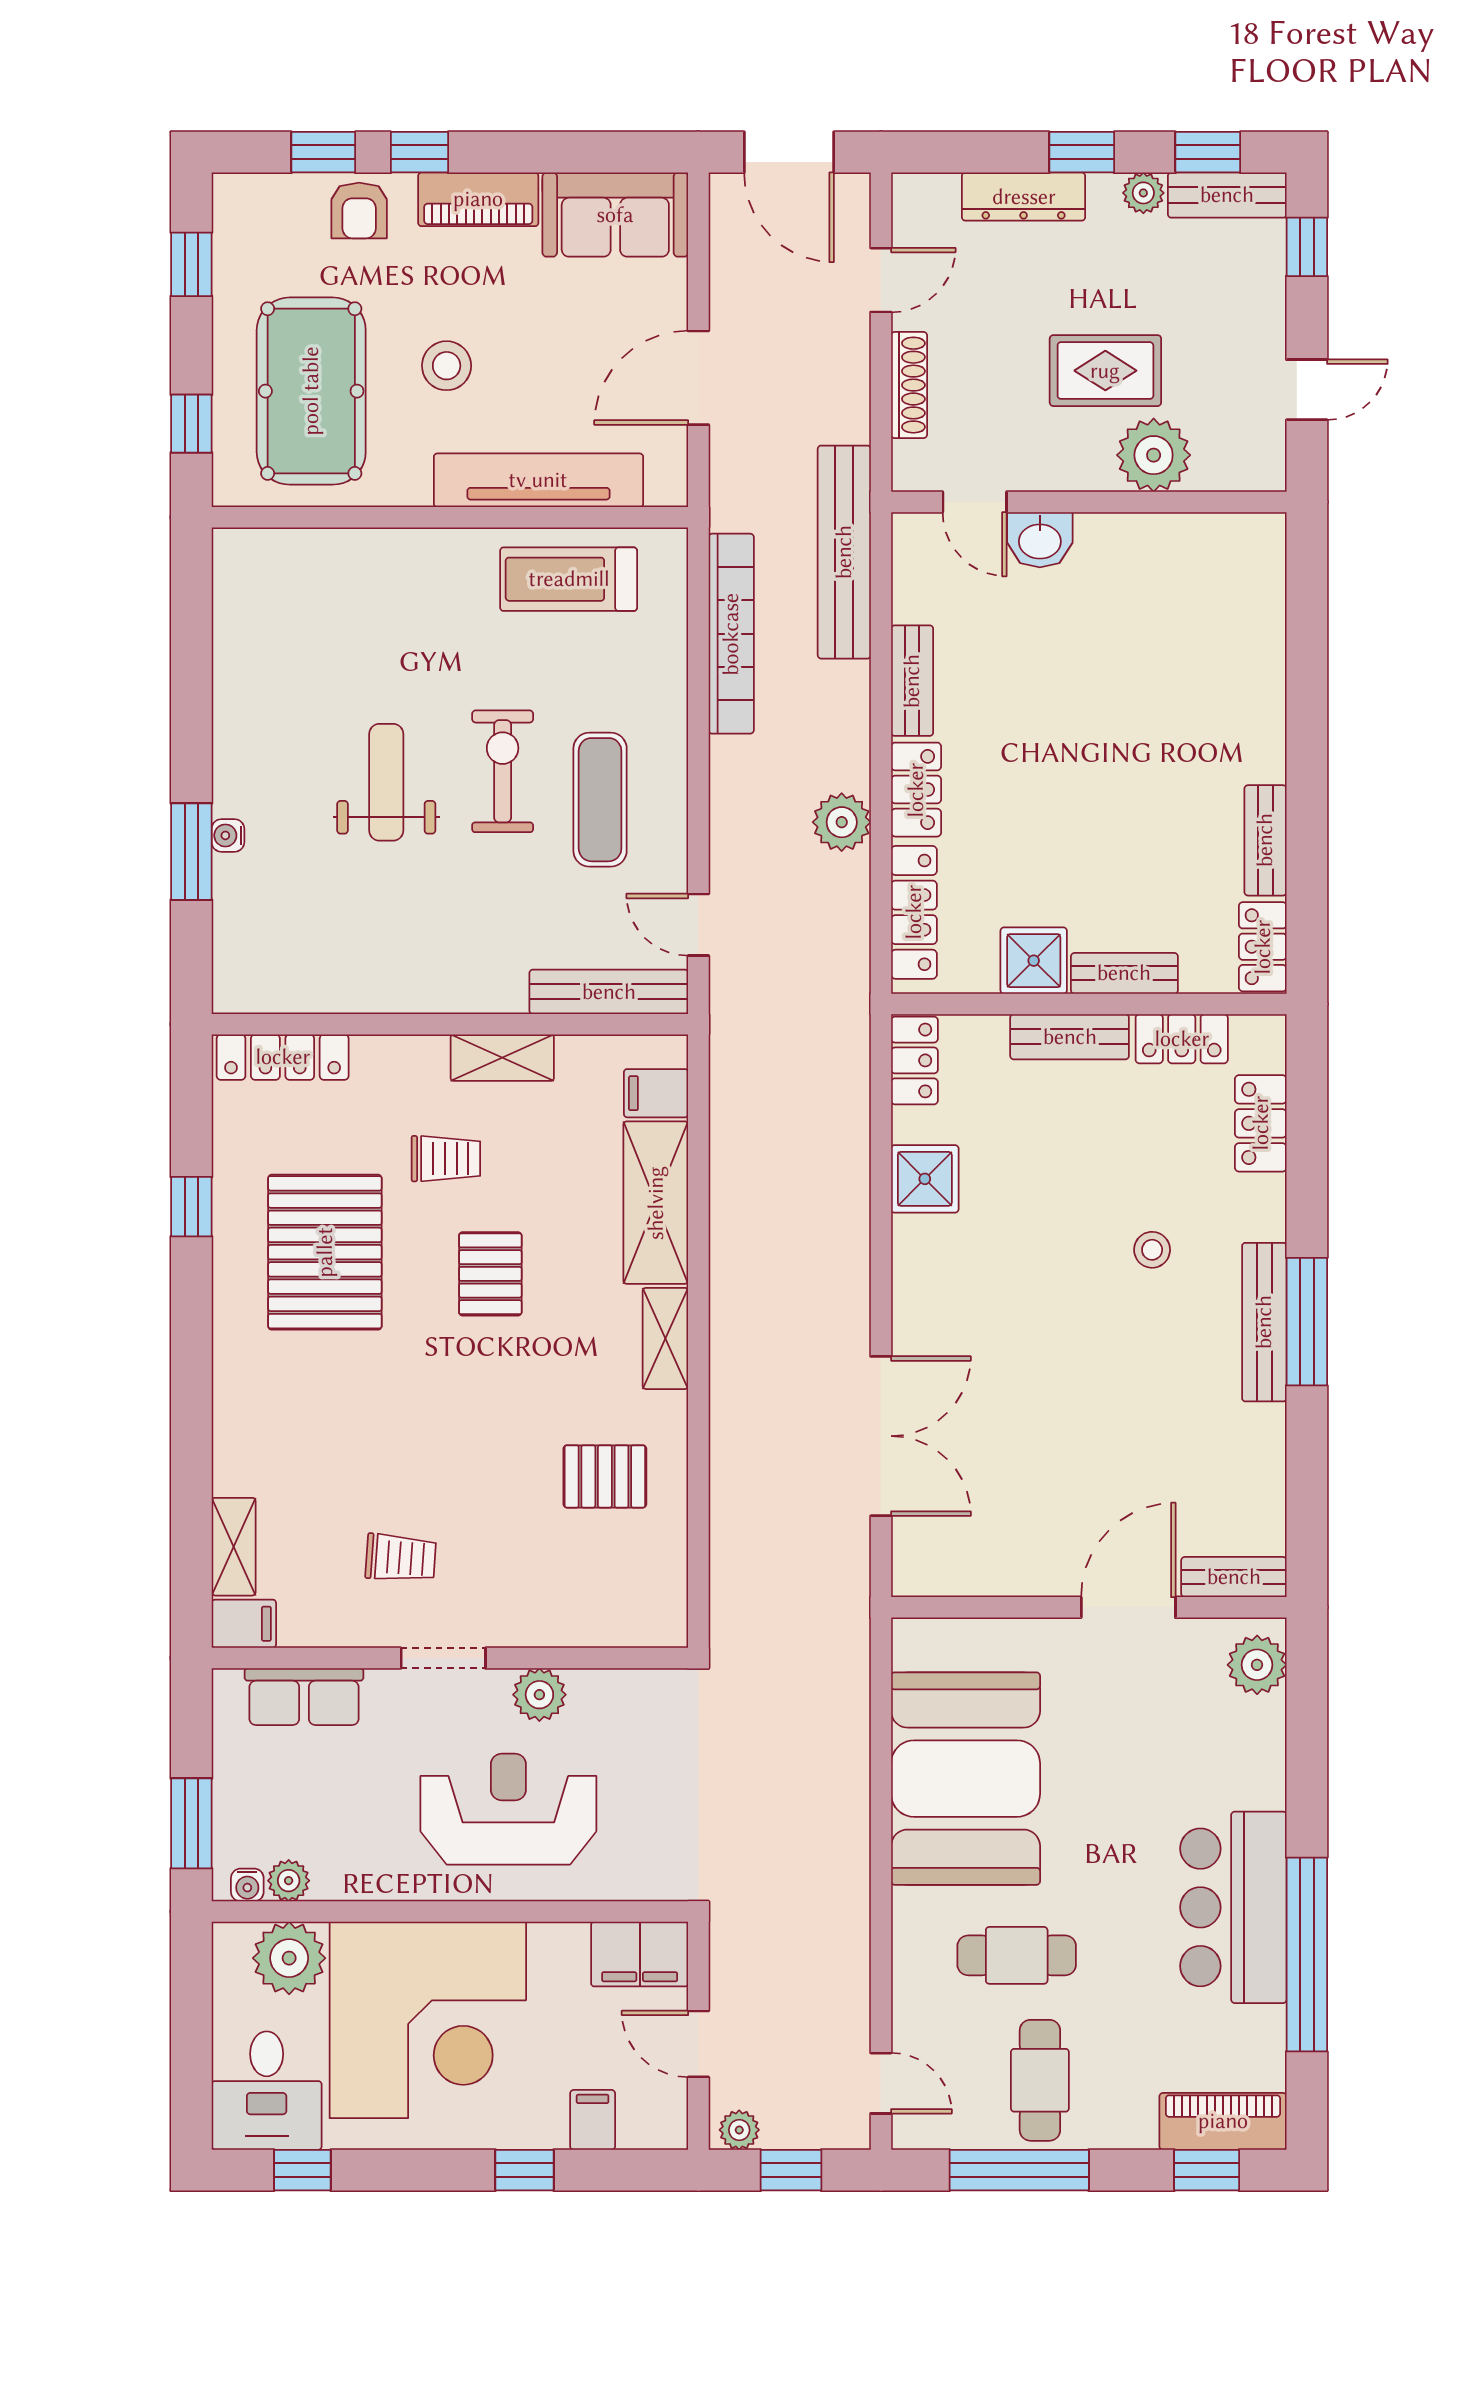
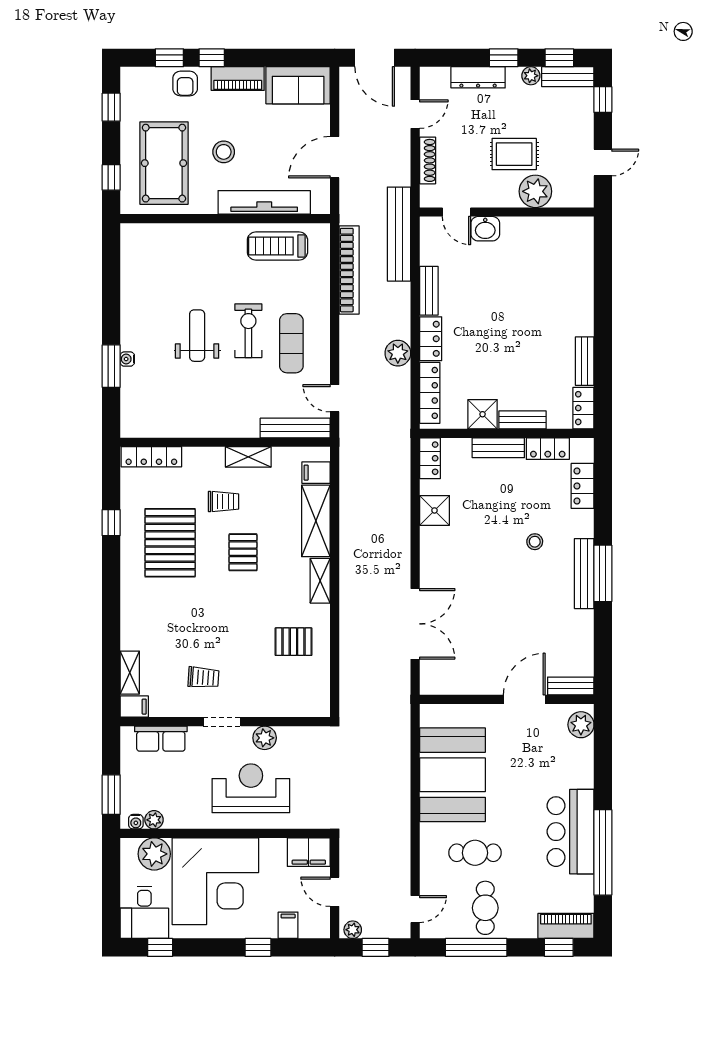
door: (881, 2083) -> (415, 909), hinge flipped

